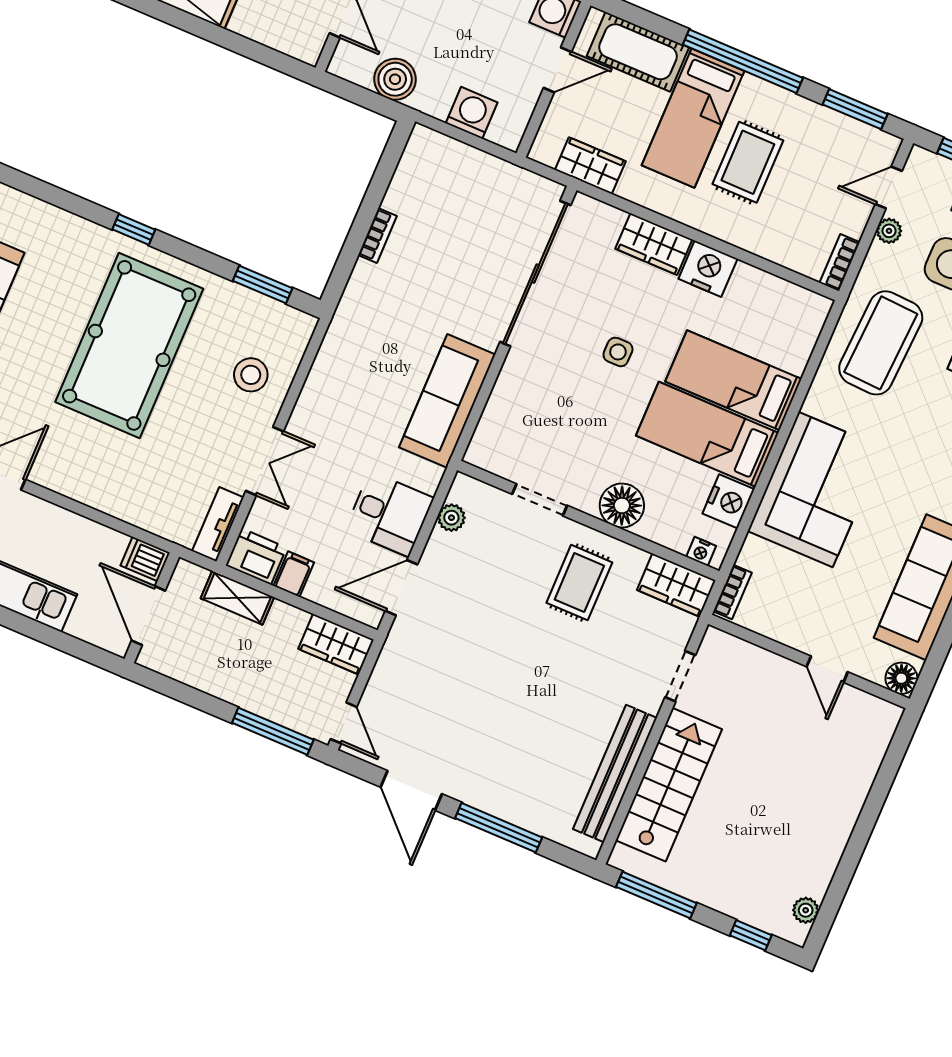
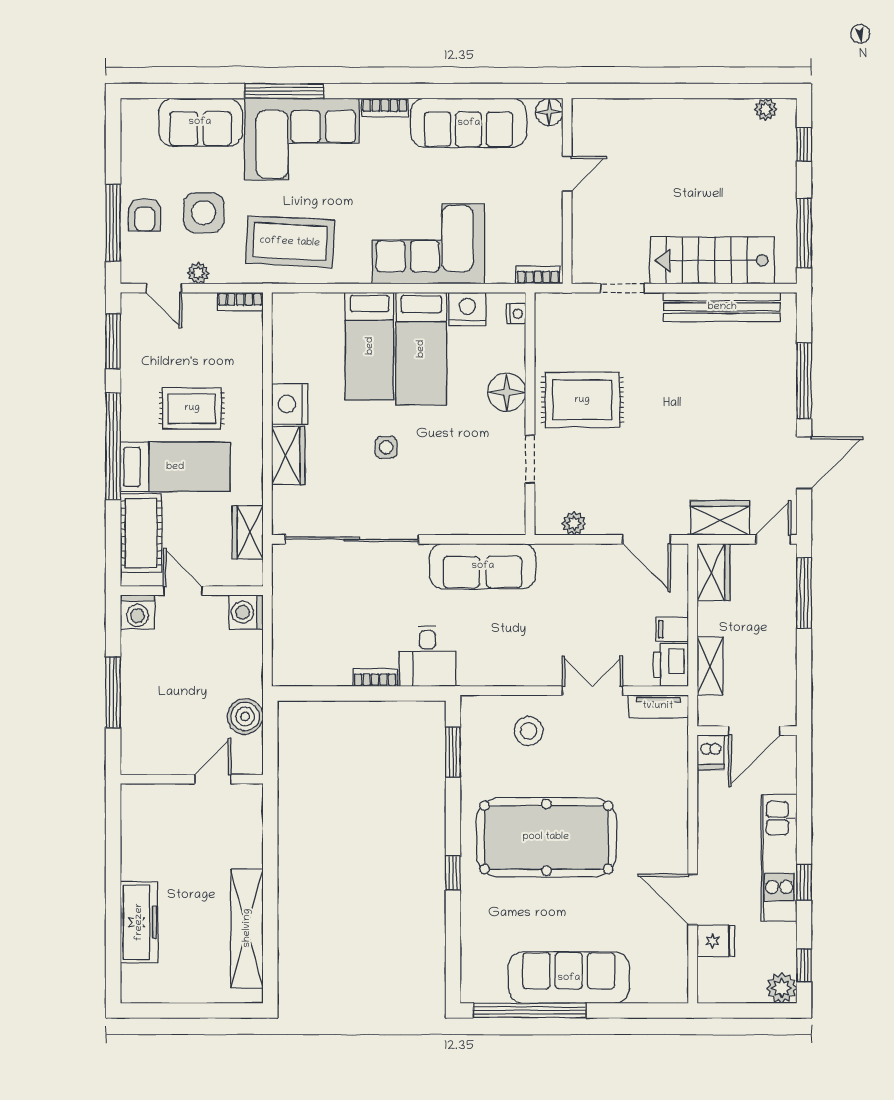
washing machine: (472, 113) -> (246, 612), moved
desk: (389, 514) -> (428, 656), moved, turned 180
rug: (579, 583) -> (582, 400), width x1.36, depth x1.43
wardrobe: (676, 585) -> (720, 518), moved, turned -90

